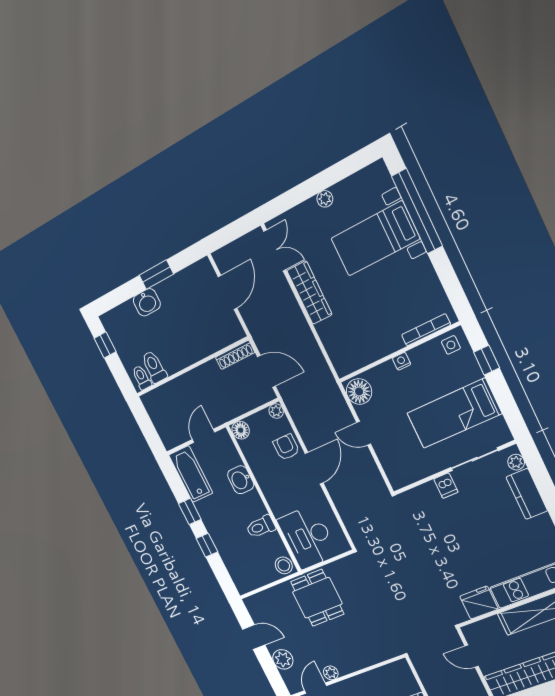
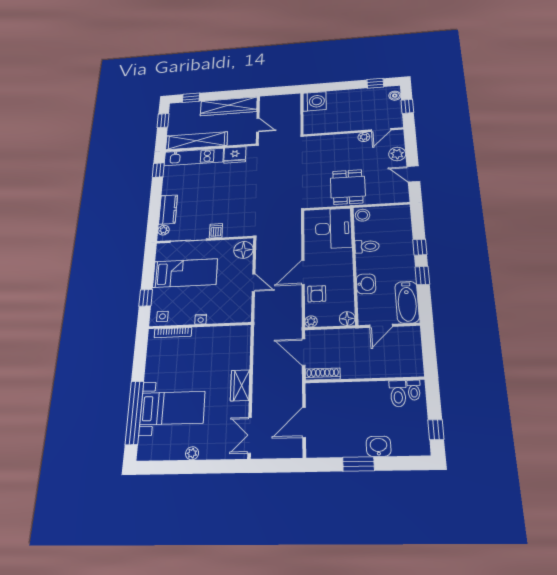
wardrobe: (310, 293) -> (240, 385), width x0.67
floor lamp: (359, 391) -> (243, 250), moved

